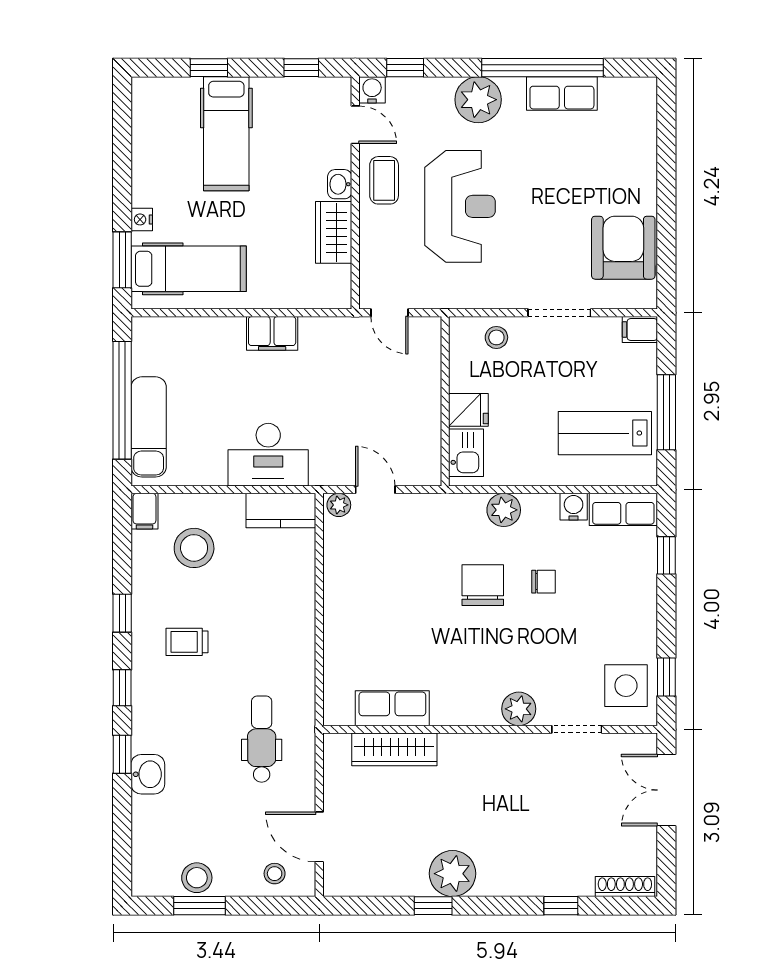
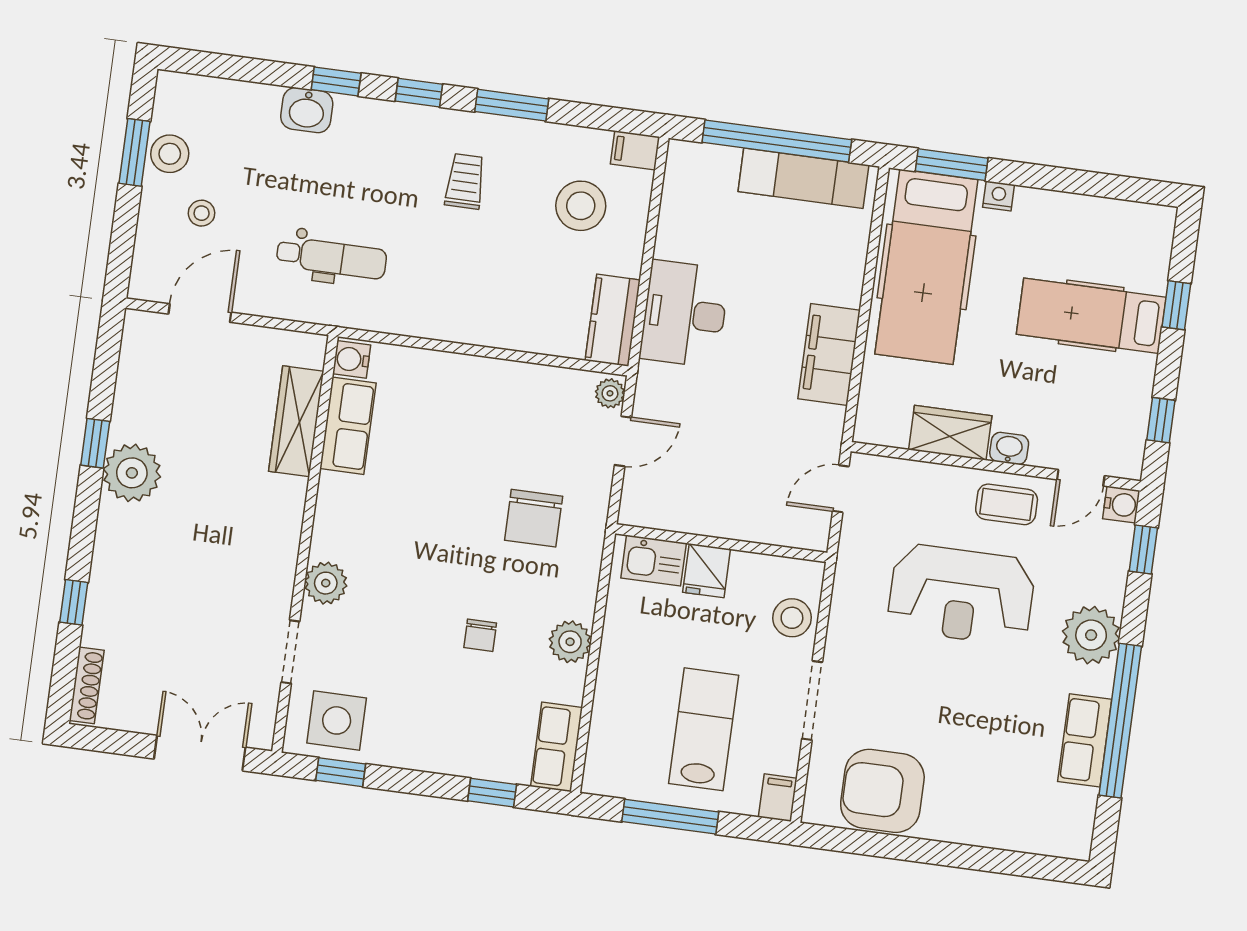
armchair: (623, 248) -> (882, 791), turned 180
hospital bed: (189, 269) -> (926, 267), width x1.37, depth x1.29
filing cabinet: (272, 333) -> (829, 355), width x1.50, depth x1.17
stool: (496, 337) -> (792, 618), width x1.37, depth x1.37
exam couch: (149, 427) -> (803, 178), moved
lab bench: (605, 433) -> (704, 729), moved
water cooler: (574, 507) -> (352, 359), moved, turned 180
plant: (504, 510) -> (570, 642), moved
chair: (483, 585) -> (534, 518), moved, turned 90
window: (122, 613) -> (512, 105), width x1.50
stool: (275, 874) -> (202, 213), moved

